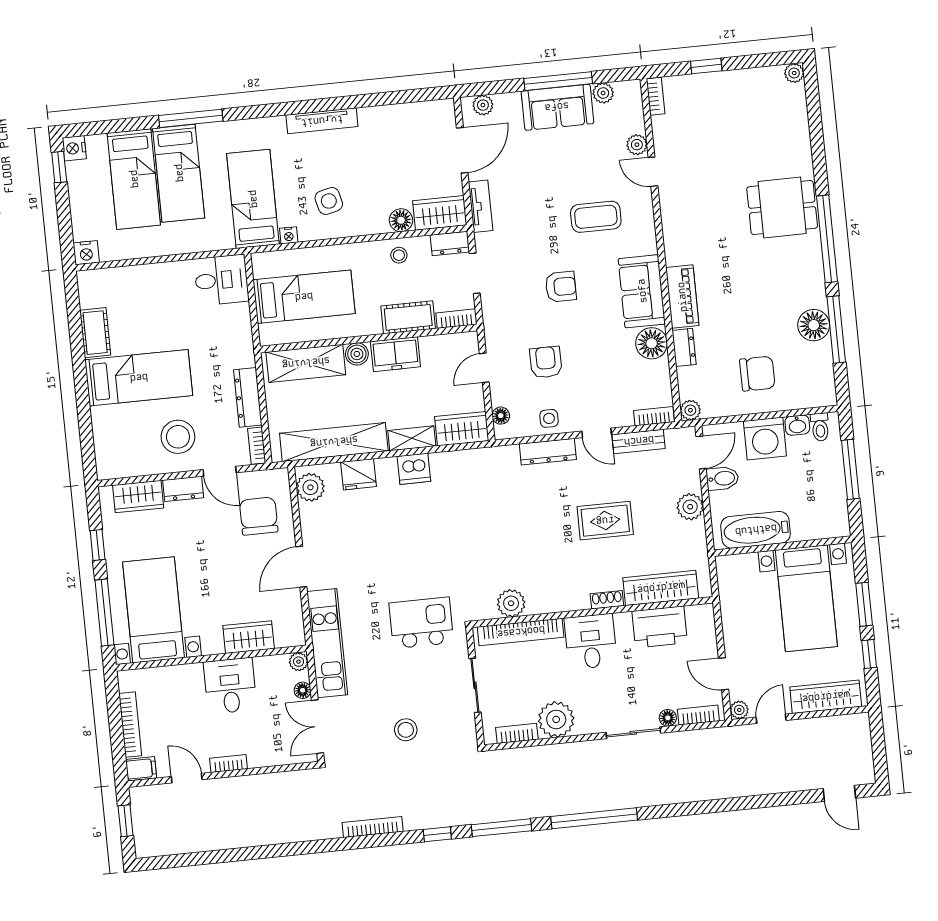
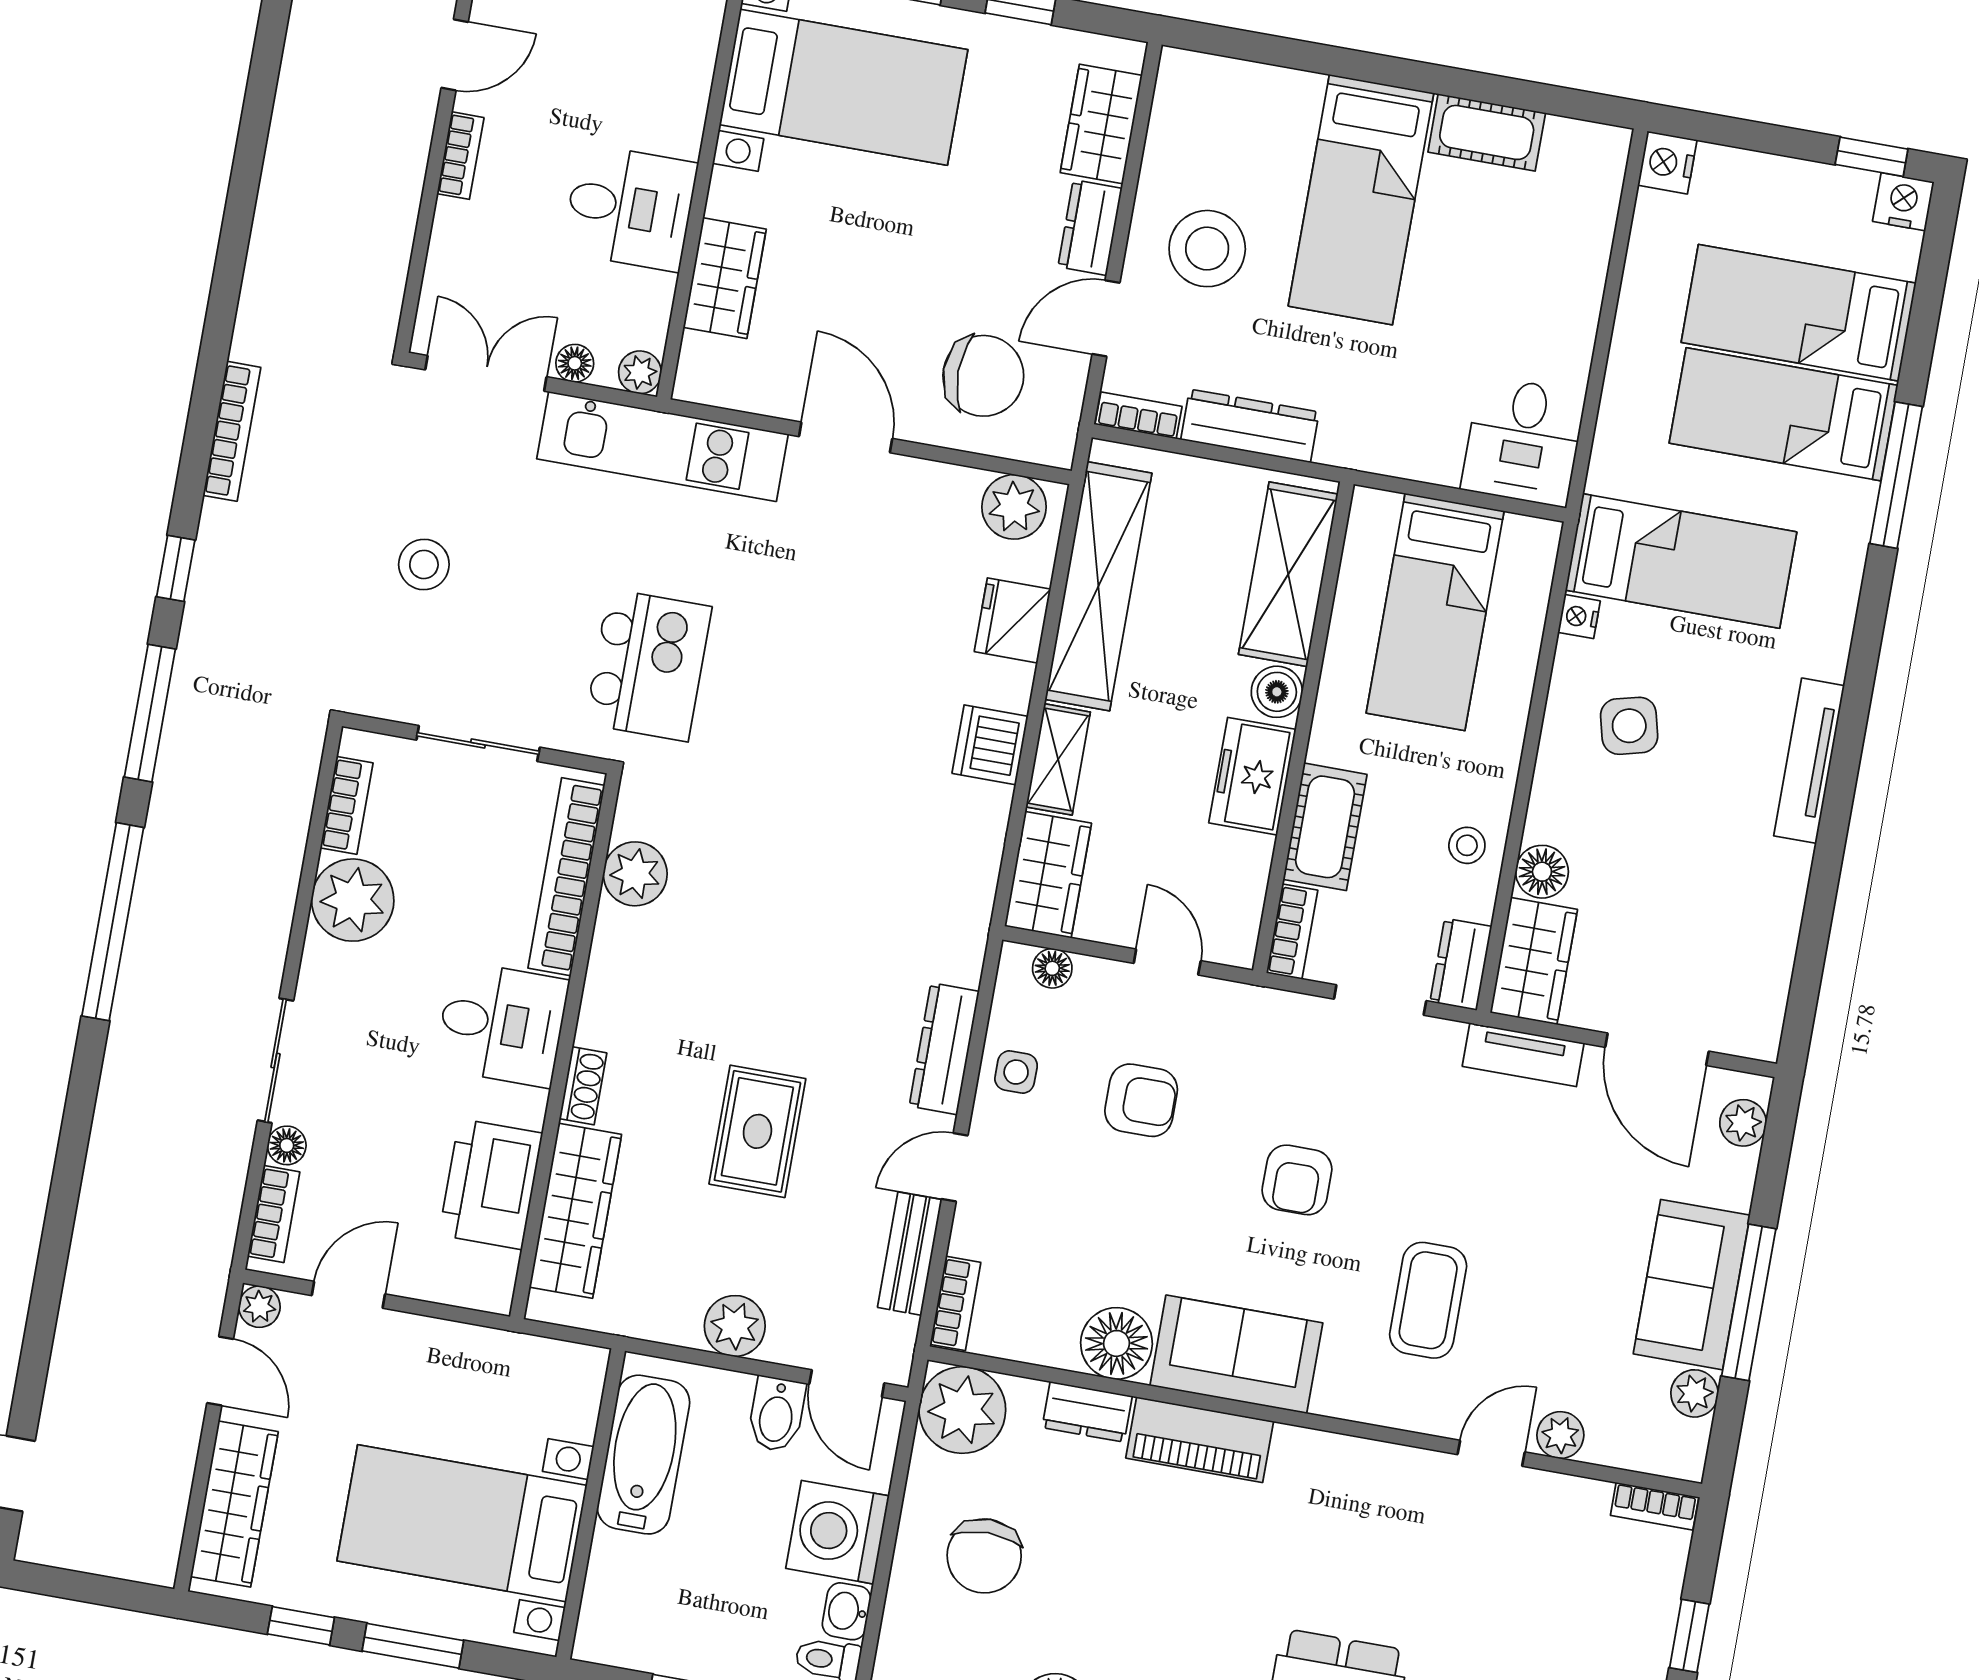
plant: (690, 410) -> (962, 1410), width x1.88, depth x1.88

